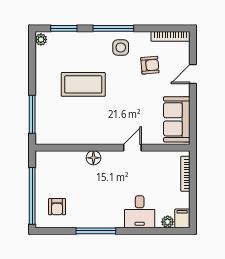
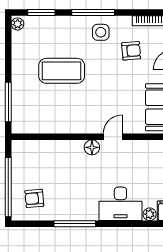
floor lamp: (93, 158) -> (92, 147), moved
armchair: (57, 207) -> (34, 198), turned 85
desk: (140, 212) -> (120, 204), width x1.37

